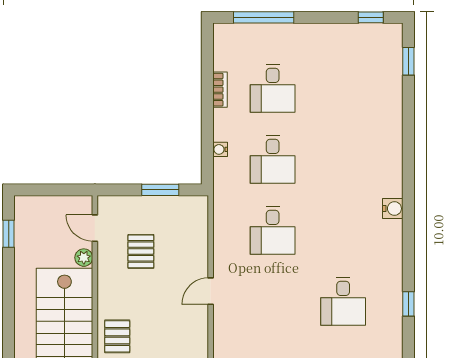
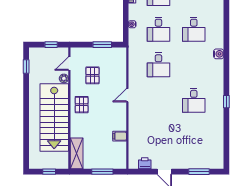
desk: (343, 159) -> (194, 29), added
window: (58, 190) -> (51, 45), added
door: (95, 228) -> (69, 64), hinge flipped
pallet: (117, 336) -> (82, 105), moved

